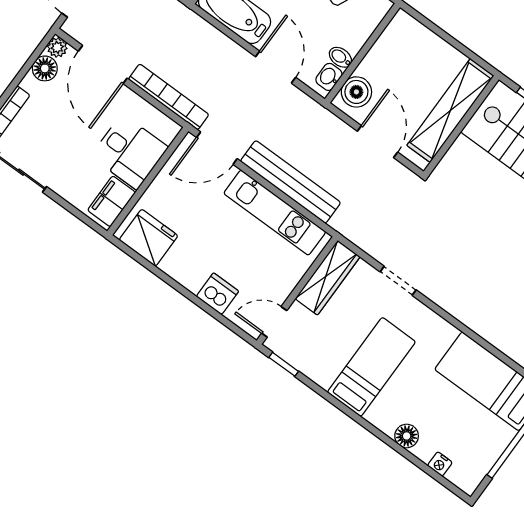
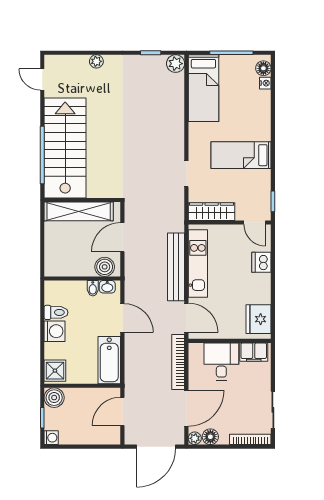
door: (276, 67) -> (122, 318), swing flipped
floor lamp: (407, 436) -> (263, 68), moved

